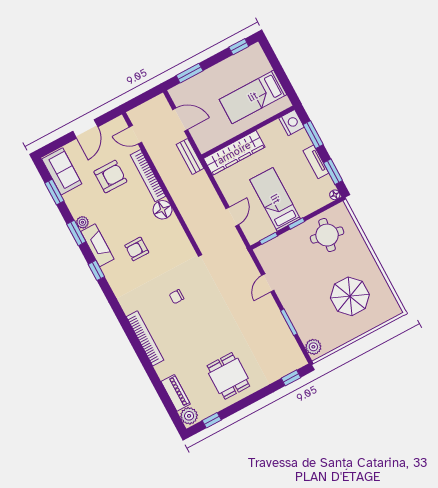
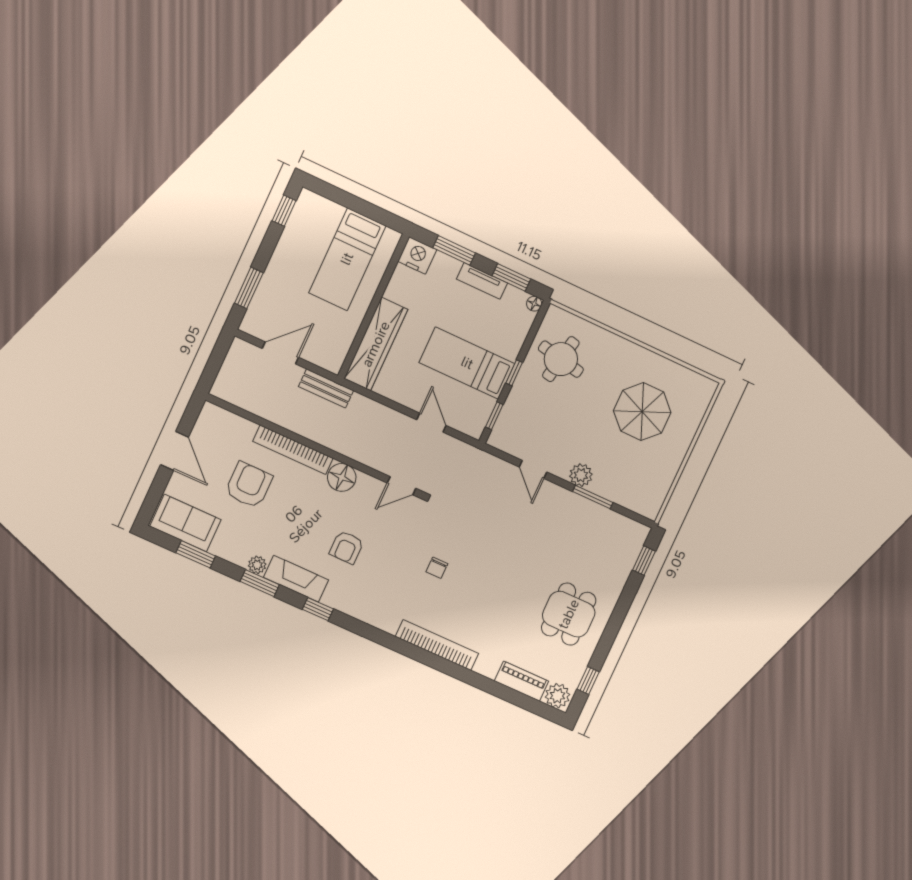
door: (135, 135) -> (401, 486), moved
plant: (313, 347) -> (581, 475), moved
dining table: (228, 376) -> (569, 614), turned 90

